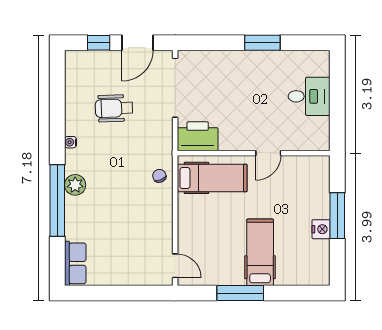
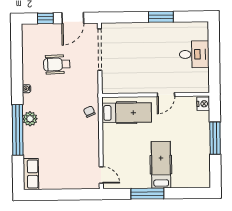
printer: (198, 136) -> (116, 83), removed
nightstand: (321, 229) -> (203, 104), moved

